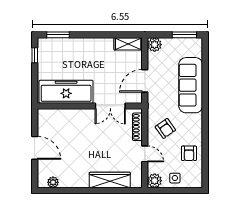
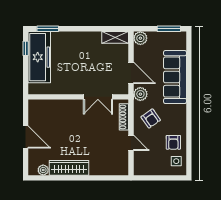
door: (145, 81) -> (131, 73), swing flipped
freezer: (66, 92) -> (39, 57), moved, turned 90
side table: (175, 178) -> (176, 161), moved
wardrobe: (110, 180) -> (69, 168), moved
plant: (155, 181) -> (140, 94), moved

